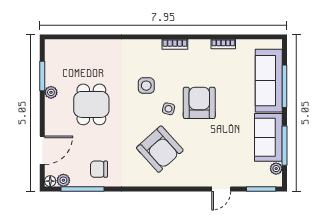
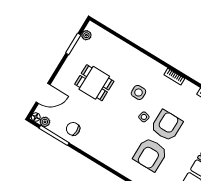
plant: (51, 92) -> (86, 35), moved
dining table: (91, 104) -> (94, 83), turned 90
armchair: (160, 149) -> (150, 154), moved, turned 42

